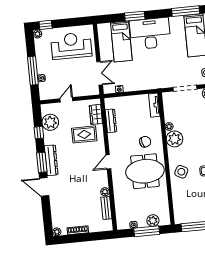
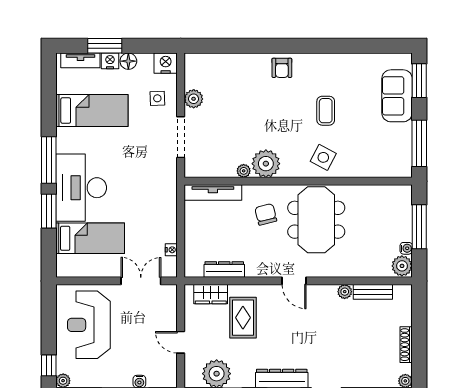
window: (186, 11) -> (49, 160), moved
tv unit: (154, 105) -> (213, 193), width x1.41
plant: (153, 220) -> (402, 266), moved

